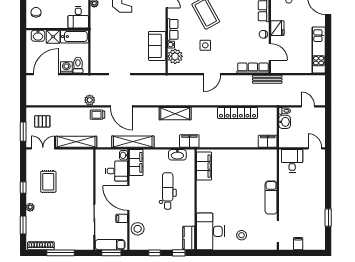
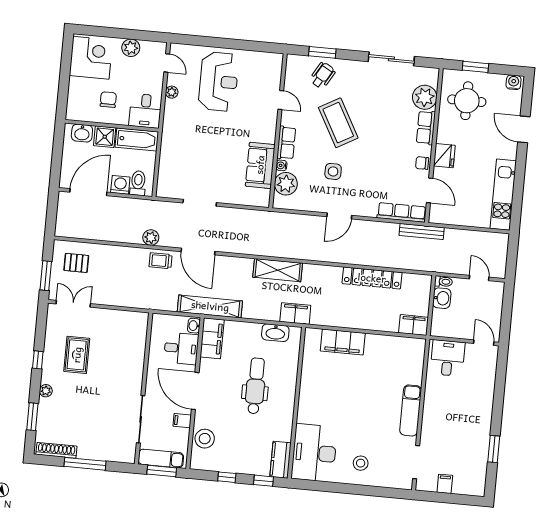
chair: (36, 12) -> (108, 100), moved
shelving: (76, 142) -> (124, 299), removed
filing cabinet: (204, 166) -> (343, 342), moved, turned 90

